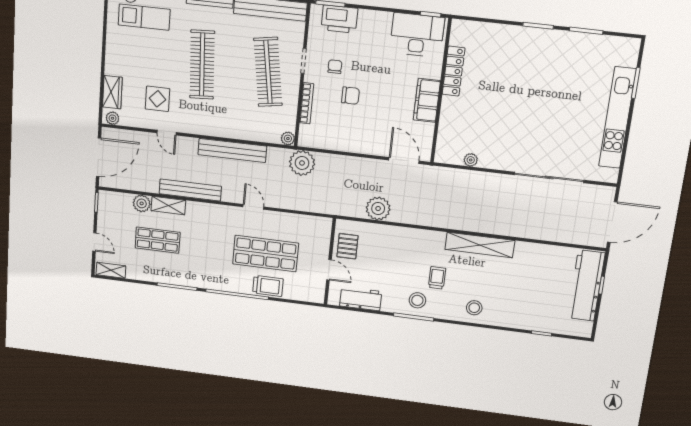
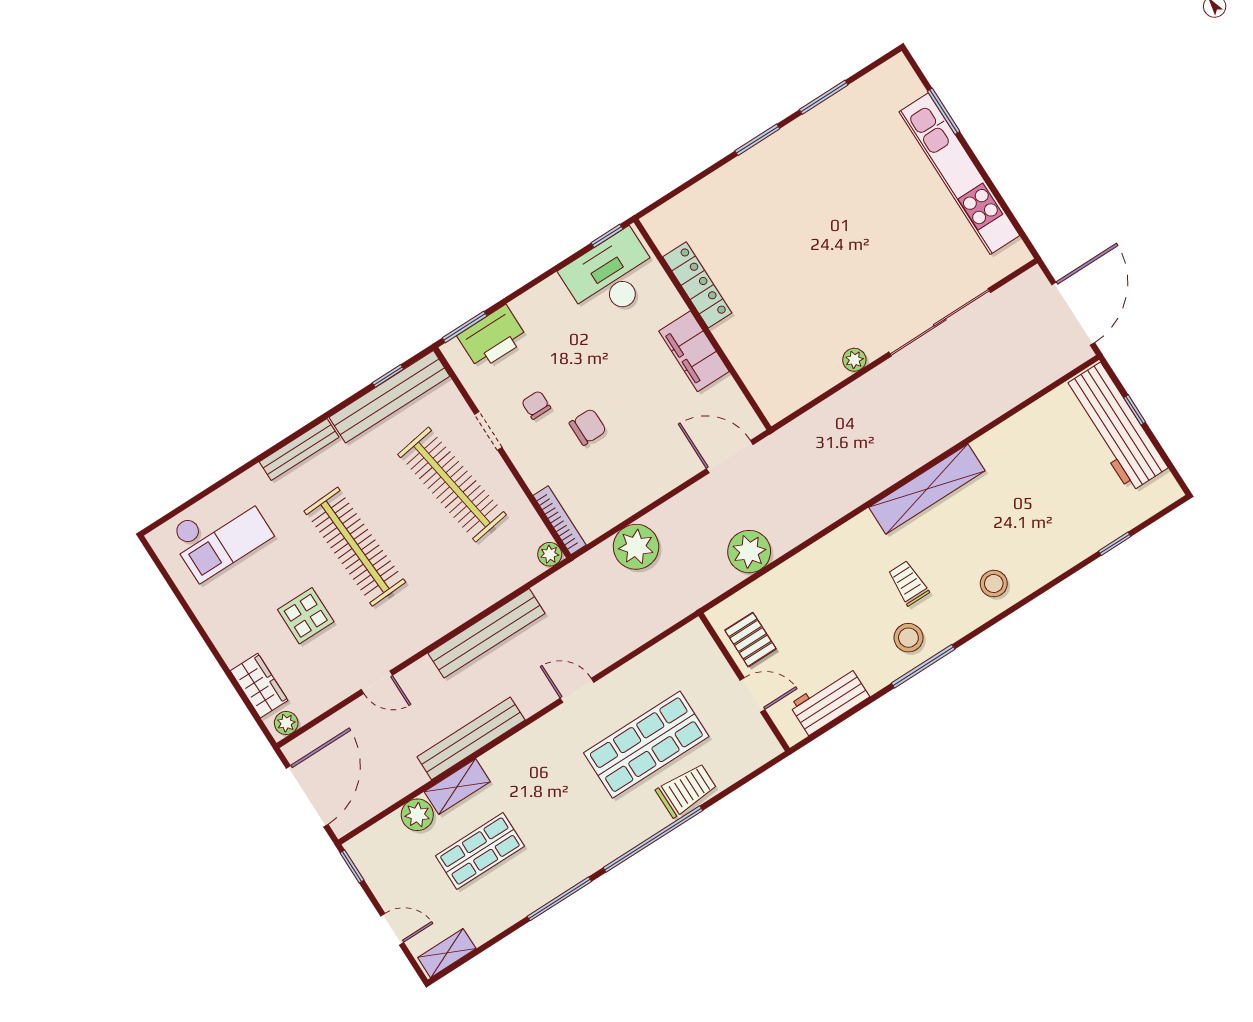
display table: (157, 99) -> (306, 616), moved
bookcase: (307, 103) -> (560, 520), moved
plant: (471, 160) -> (854, 360), moved
plant: (302, 163) -> (636, 547), moved

